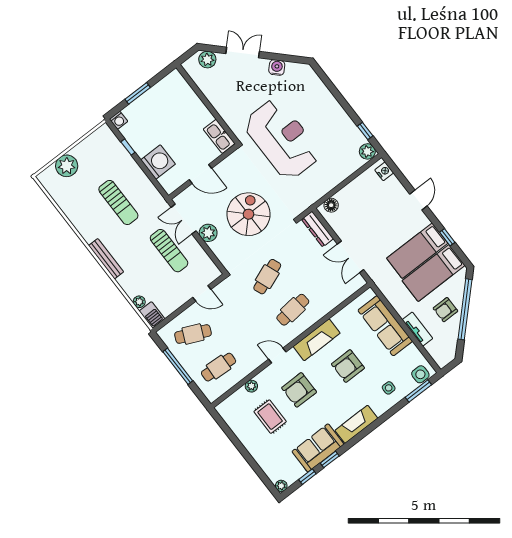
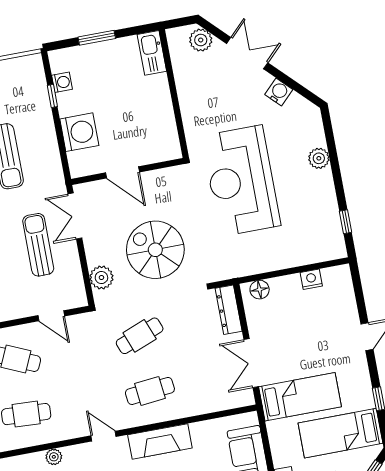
washing machine: (119, 120) -> (62, 82), moved, turned -90
kitchen sink: (219, 136) -> (152, 53), moved
reception desk: (282, 139) -> (241, 181), turned 180
plant: (367, 151) -> (319, 158), moved
nightstand: (384, 171) -> (311, 279), moved, turned -90
spiral stairs: (248, 214) -> (155, 250), turned -90
plant: (208, 233) -> (101, 278), moved
sun lounger: (169, 251) -> (38, 245), turned 180
bed: (417, 251) -> (300, 397), moved, turned 180

